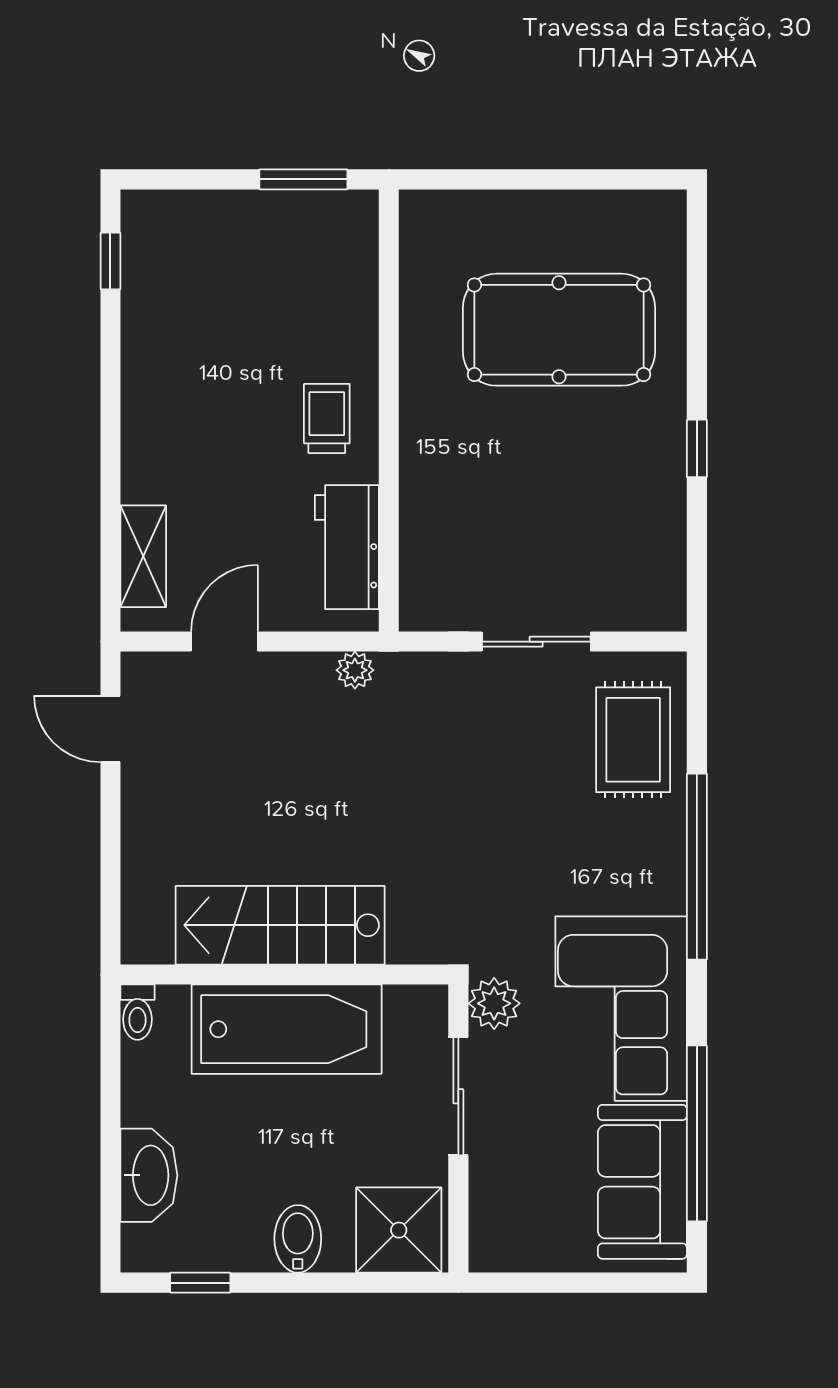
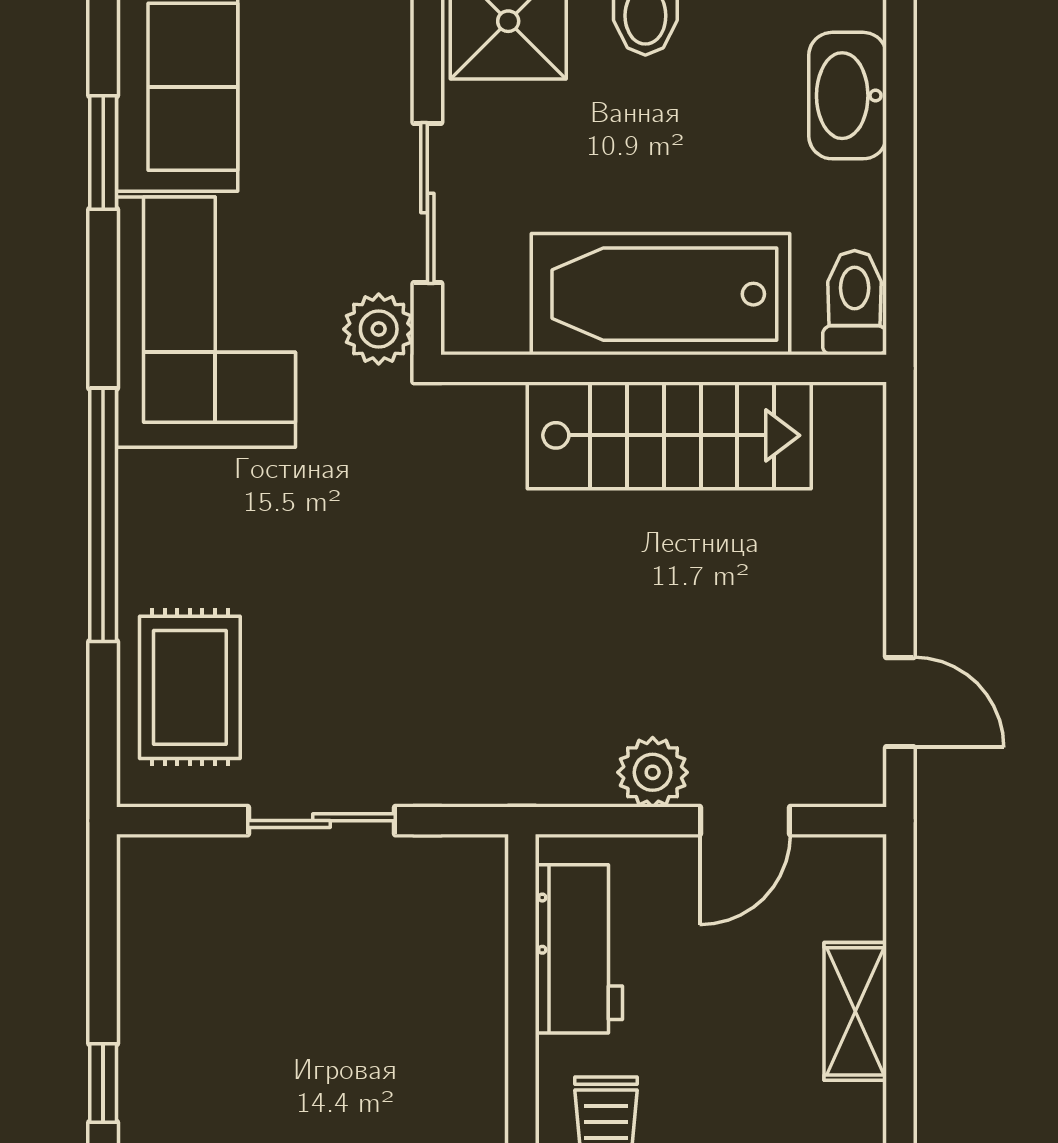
shelving: (143, 556) -> (855, 1011), moved
plant: (355, 670) -> (653, 772), moved, width x1.38, depth x1.38
toilet: (137, 1012) -> (855, 303), width x1.37, depth x1.39
window: (697, 1133) -> (103, 152), width x0.47

